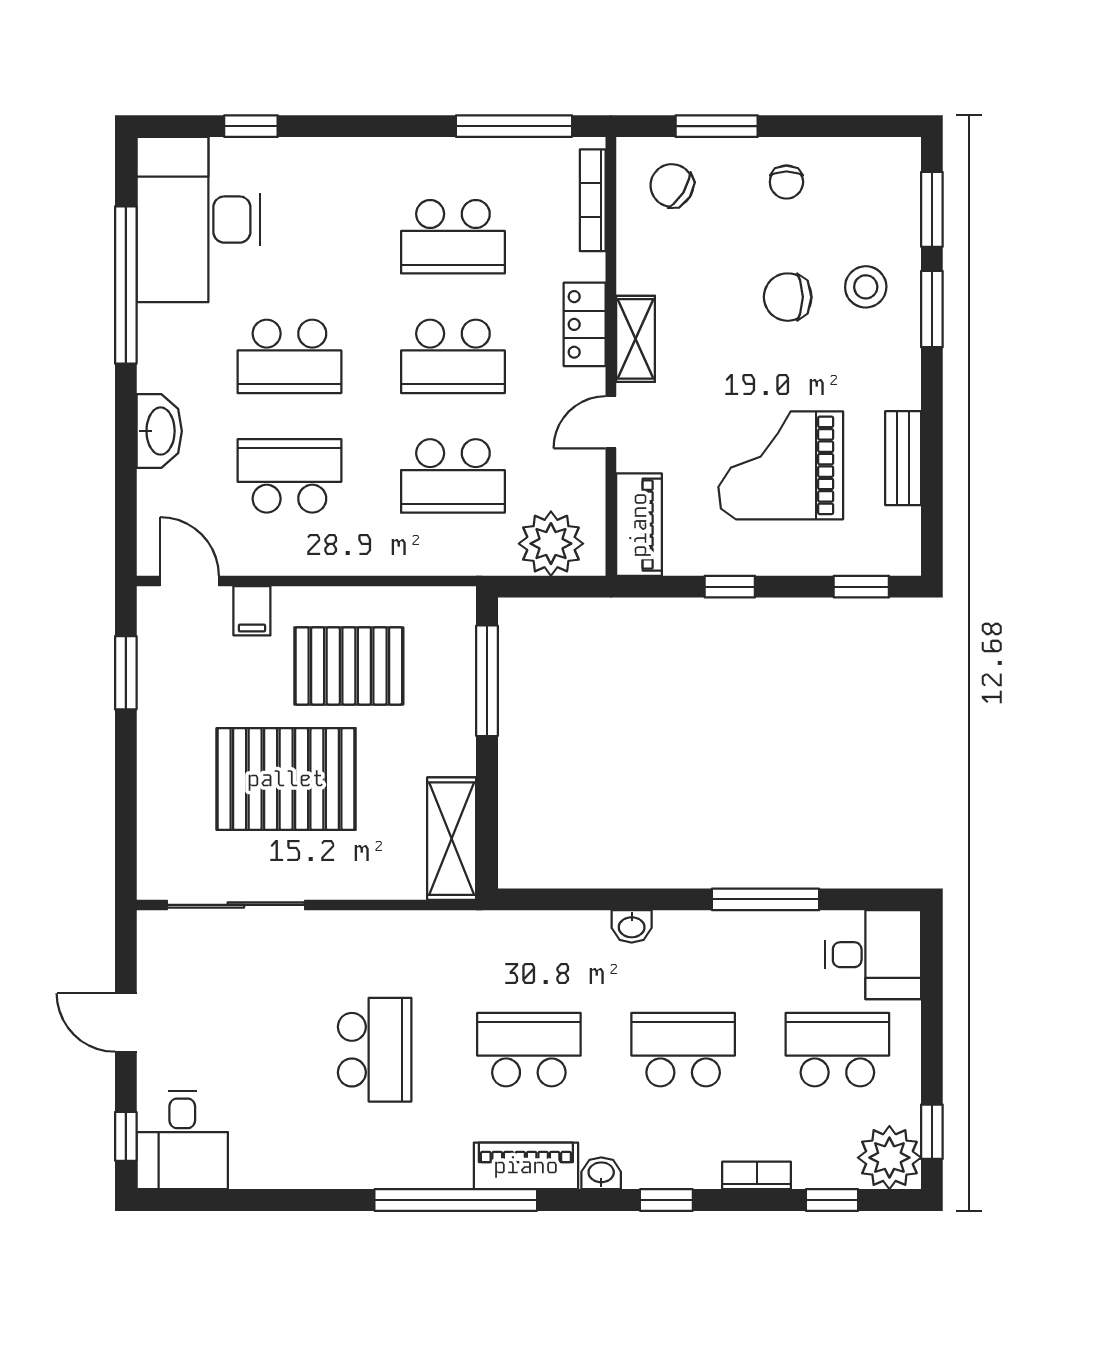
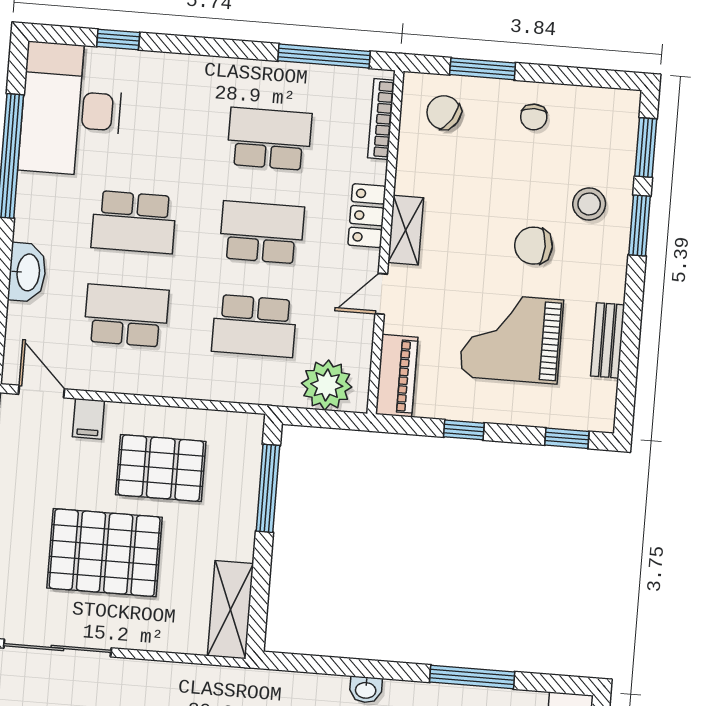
school desk: (453, 237) -> (269, 139), turned 180
chair: (788, 297) -> (533, 246), moved
school desk: (453, 356) -> (262, 232), turned 180

